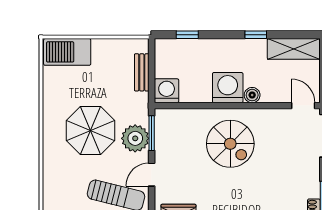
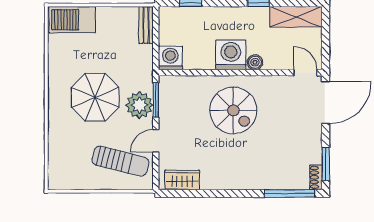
bench: (142, 72) -> (146, 25), moved

